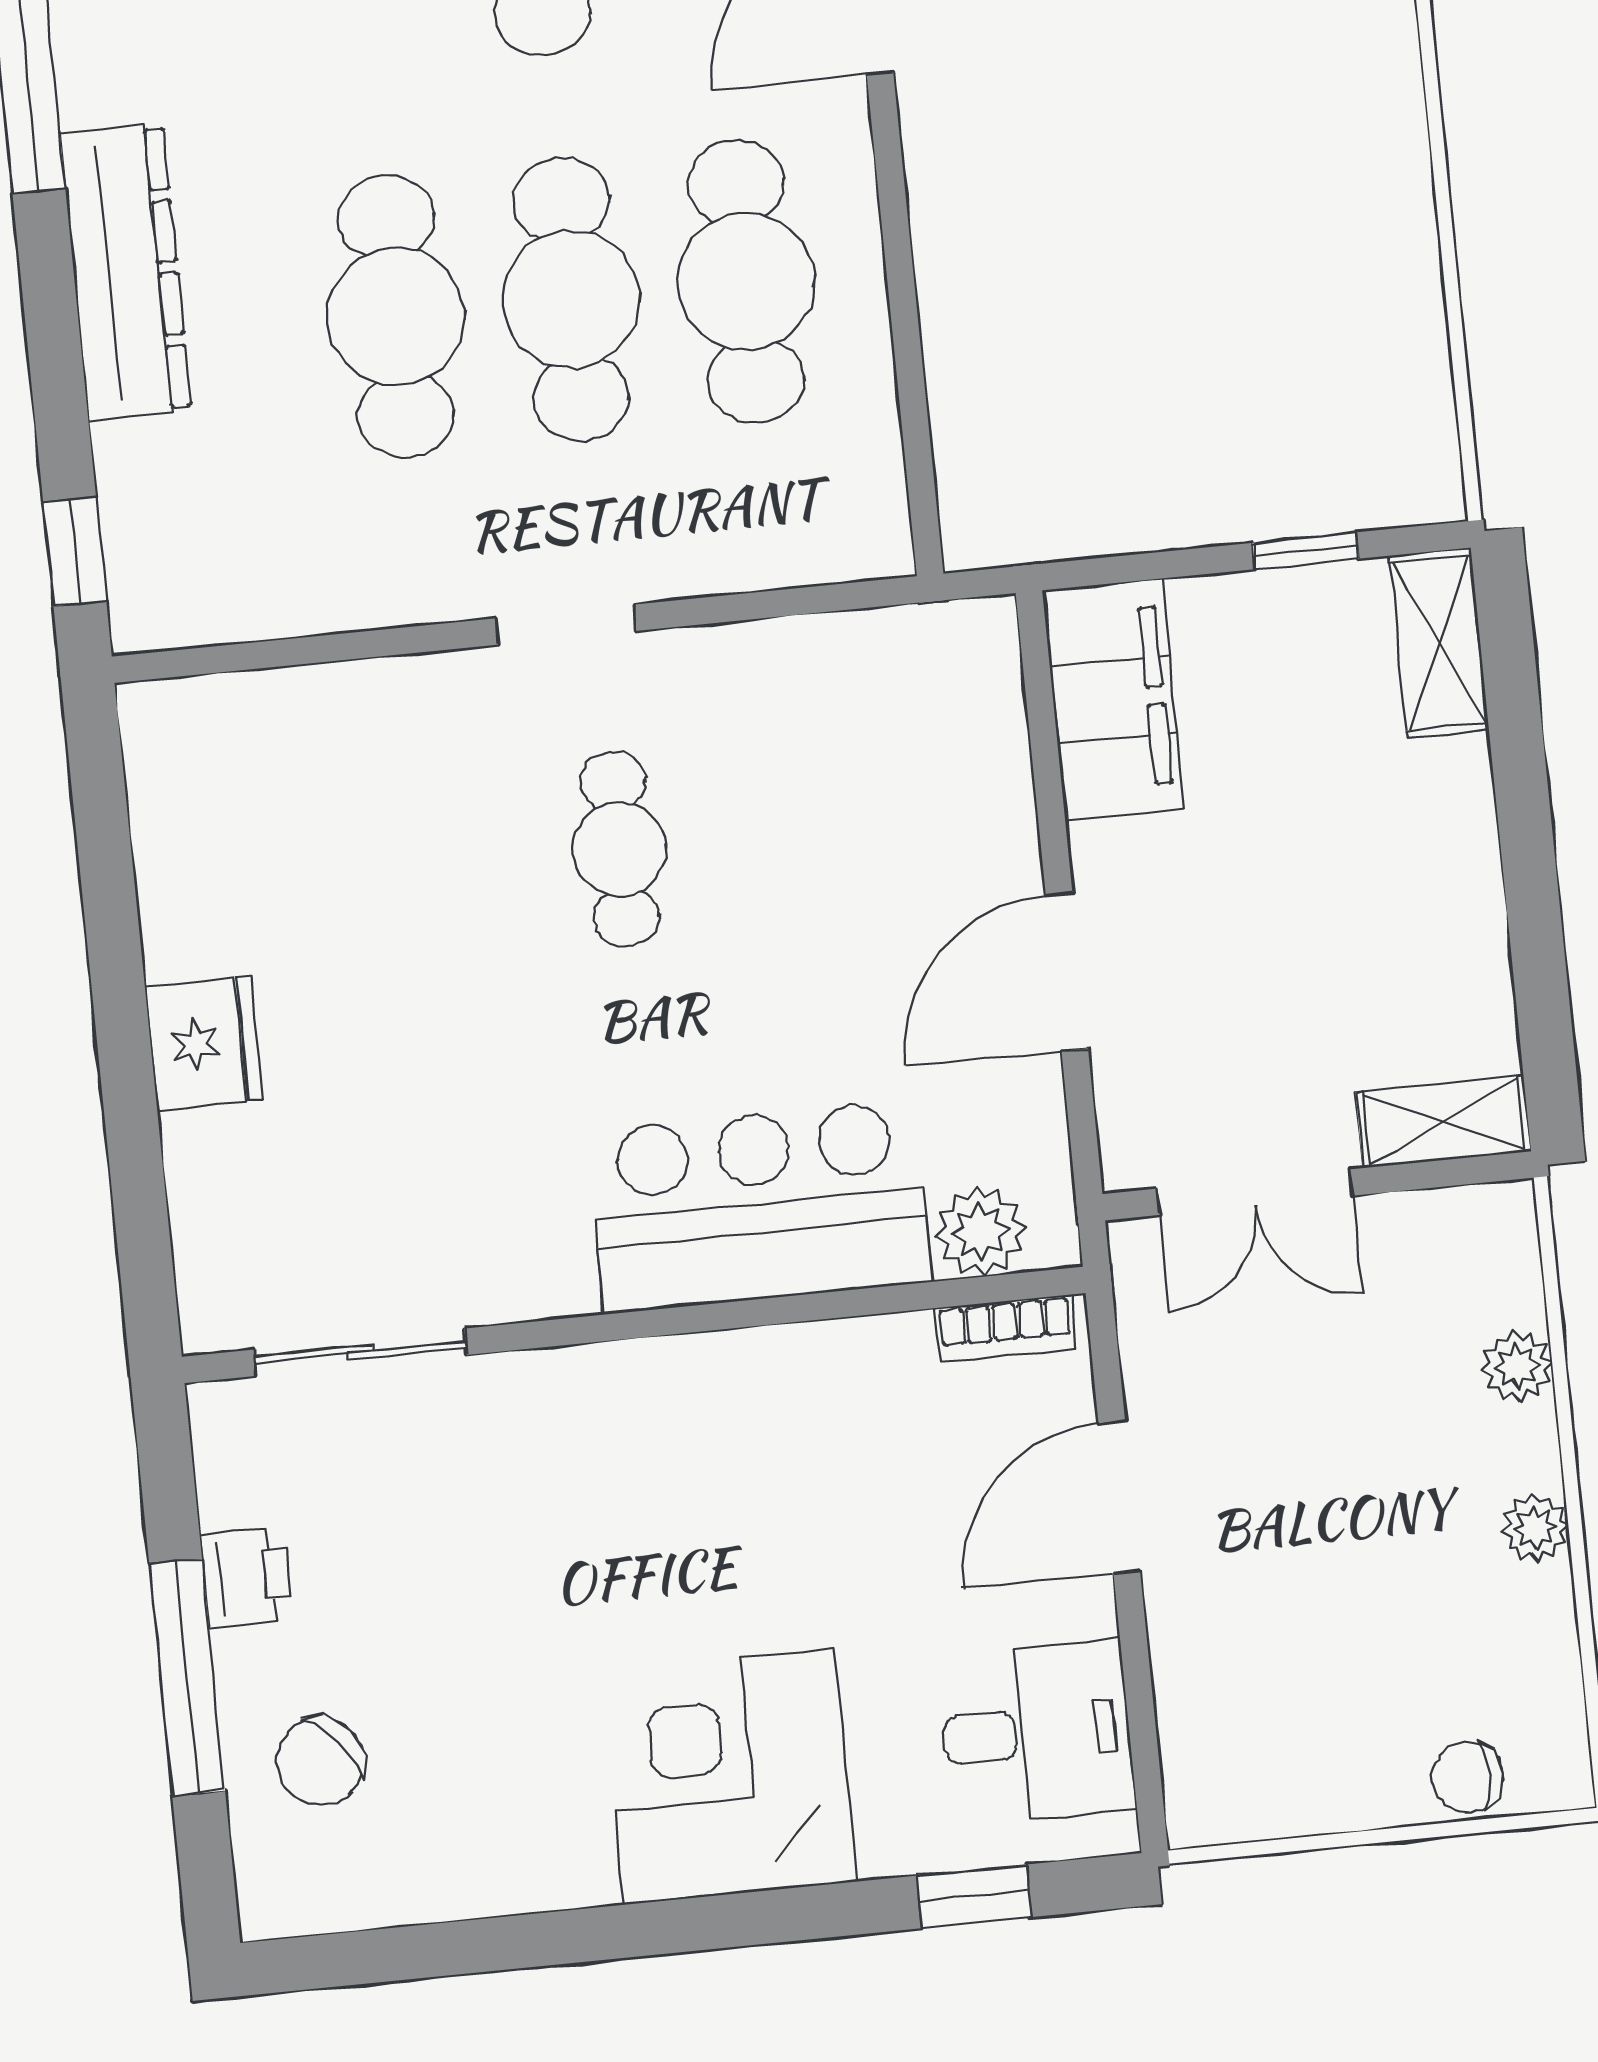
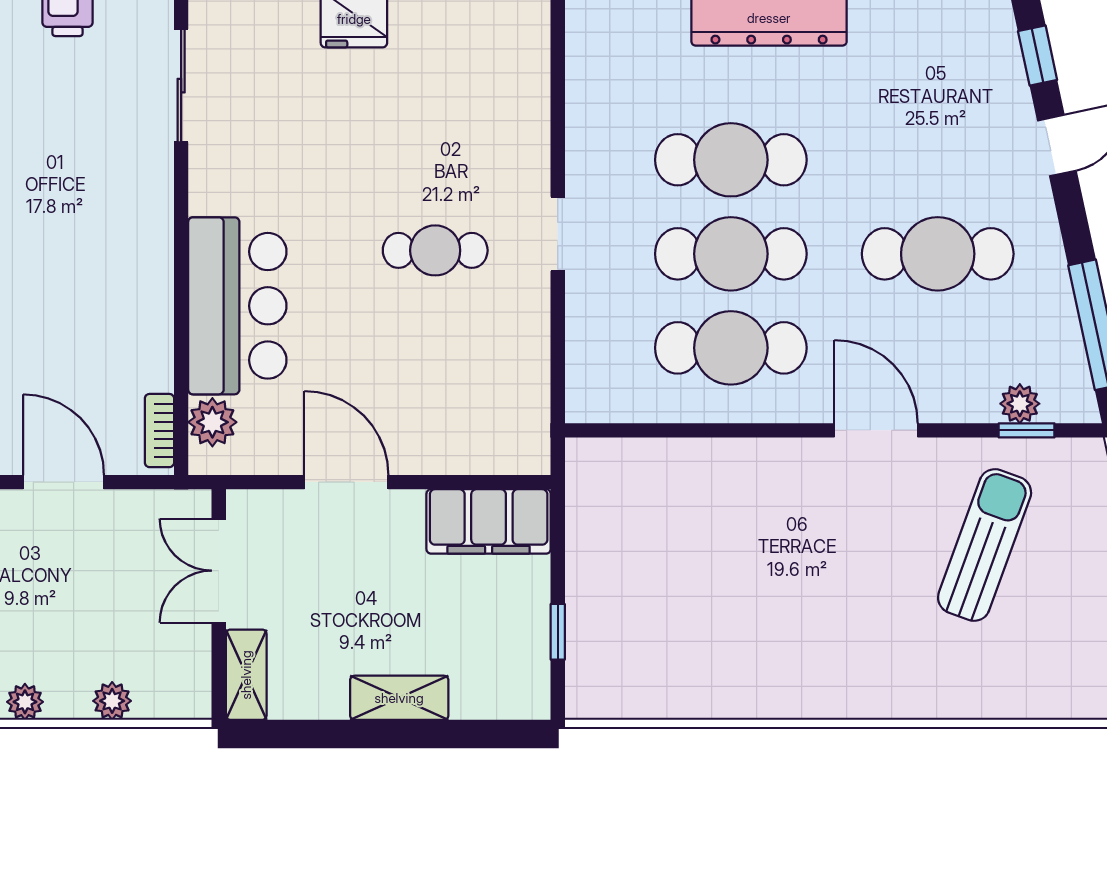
shelving: (1439, 643) -> (399, 698), moved

